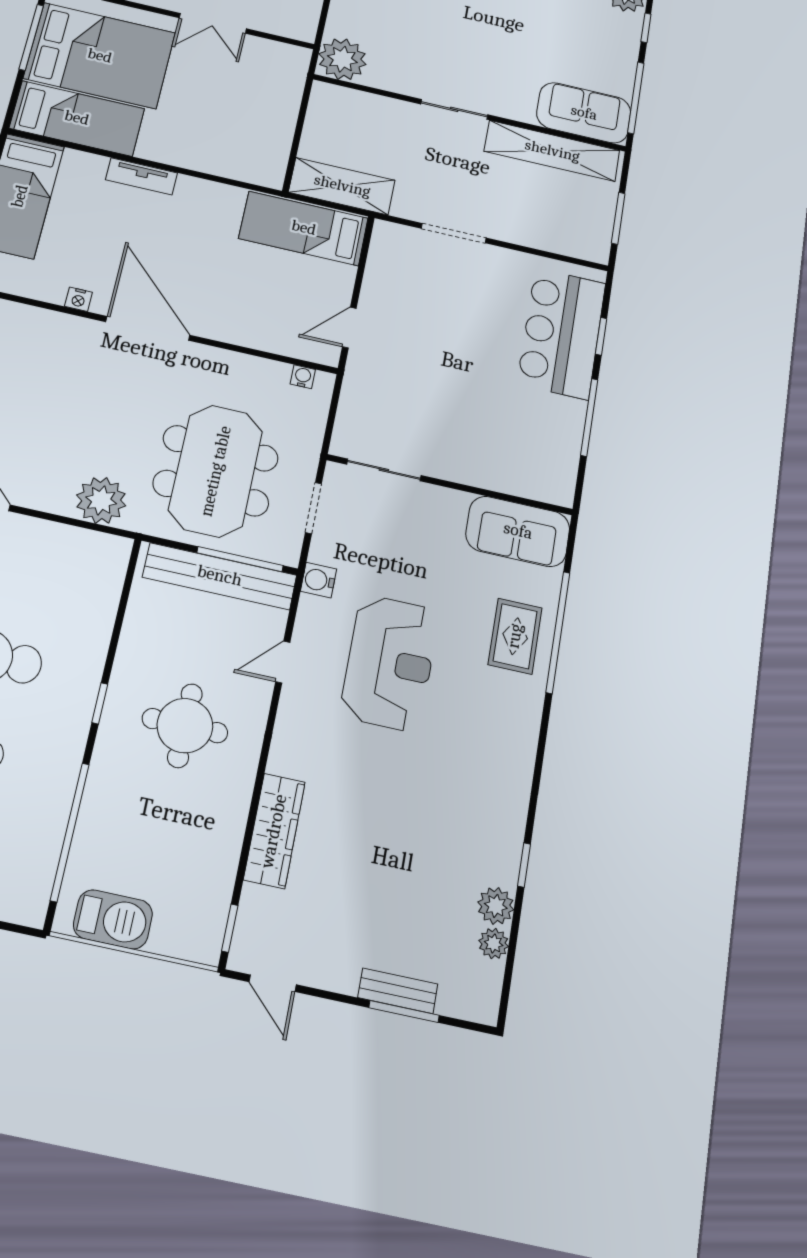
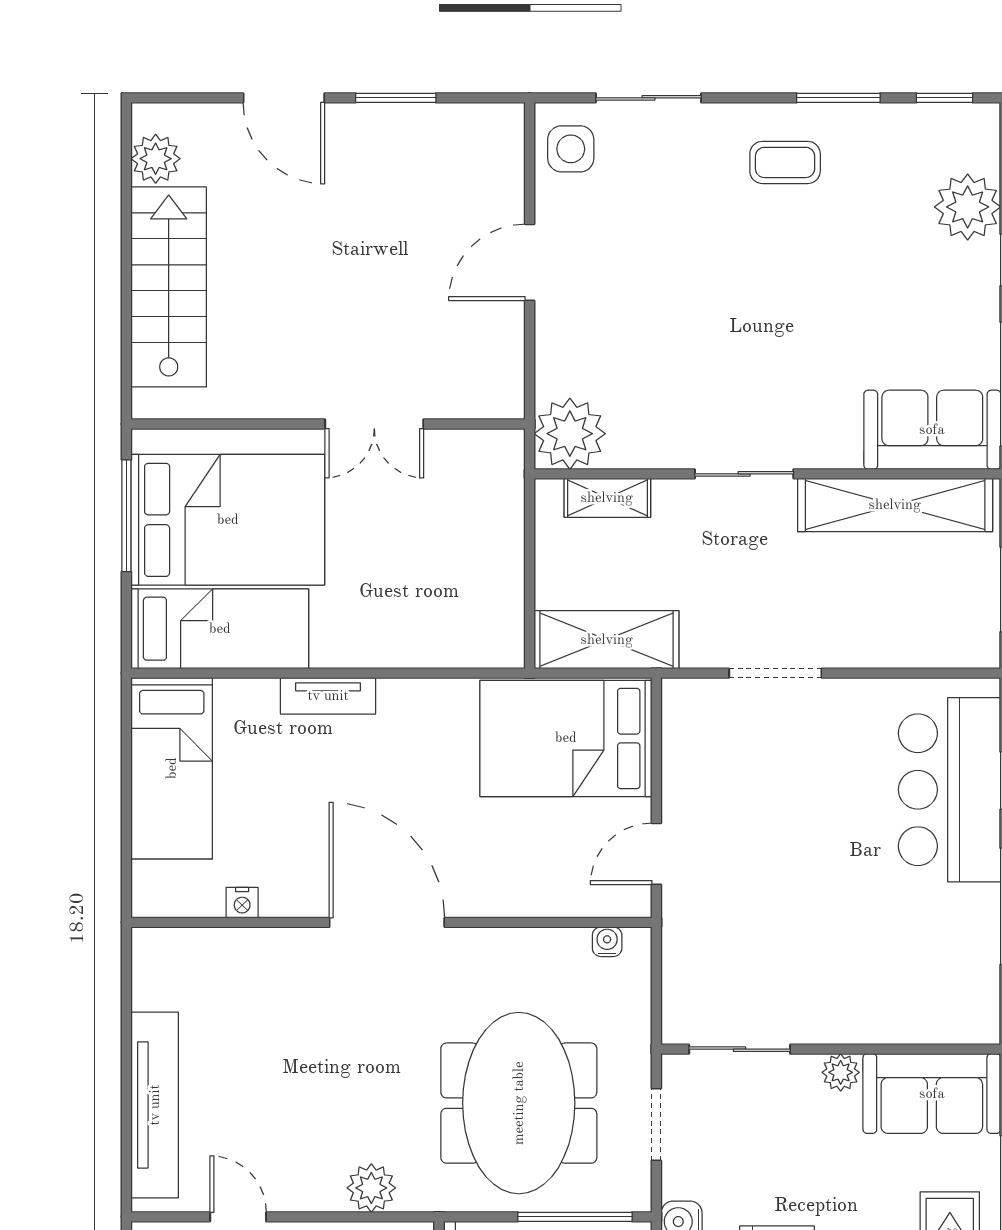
shelving: (360, 102) -> (607, 498), added
bed: (304, 228) -> (566, 738), width x1.50
nightstand: (78, 299) -> (242, 903), moved
plant: (101, 500) -> (371, 1188), width x0.73, depth x0.73
plant: (454, 502) -> (841, 1072), added

